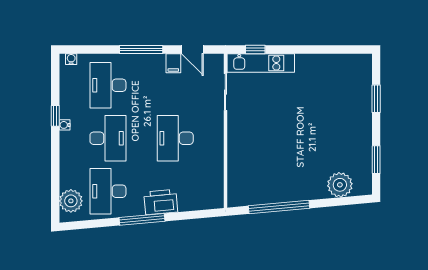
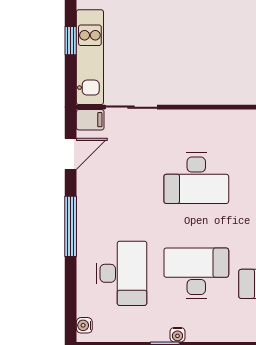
window: (255, 49) -> (71, 41), moved
filing cabinet: (173, 63) -> (90, 120), moved
desk: (108, 85) -> (121, 273), turned -90

